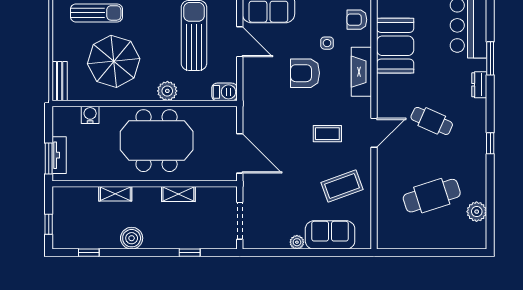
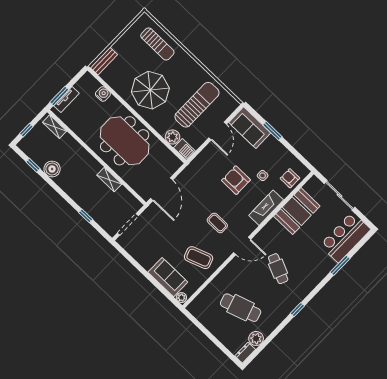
parasol: (114, 61) -> (150, 90), moved
dresser: (479, 85) -> (245, 353), moved
plant: (167, 91) -> (173, 137), moved
shelving: (115, 194) -> (55, 127), moved
boiler: (132, 238) -> (52, 169), moved
plant: (297, 242) -> (181, 298), moved

